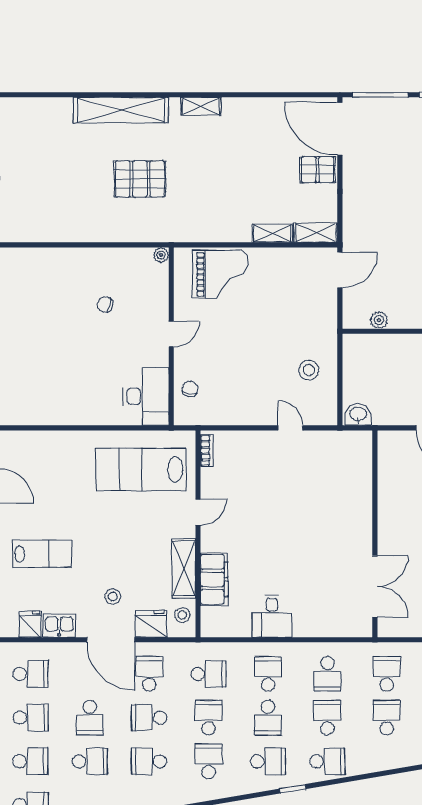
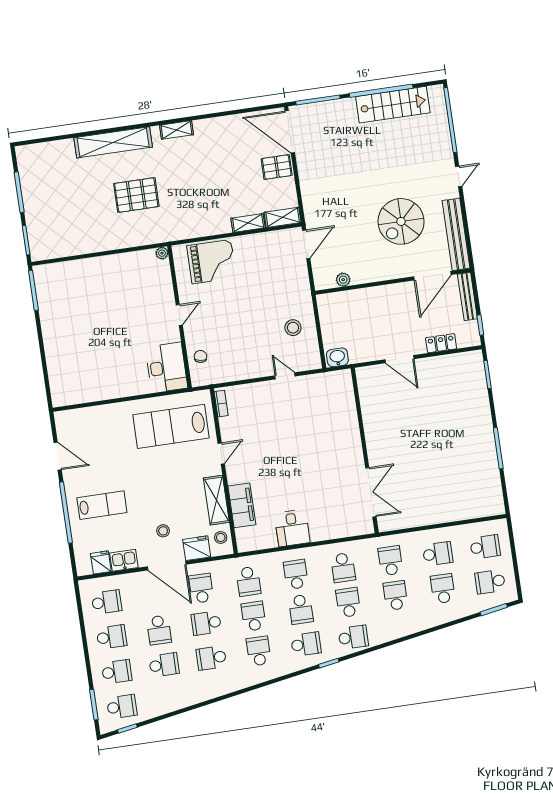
chair: (105, 305) -> (123, 299), removed
school desk: (209, 674) -> (248, 581), turned 90

